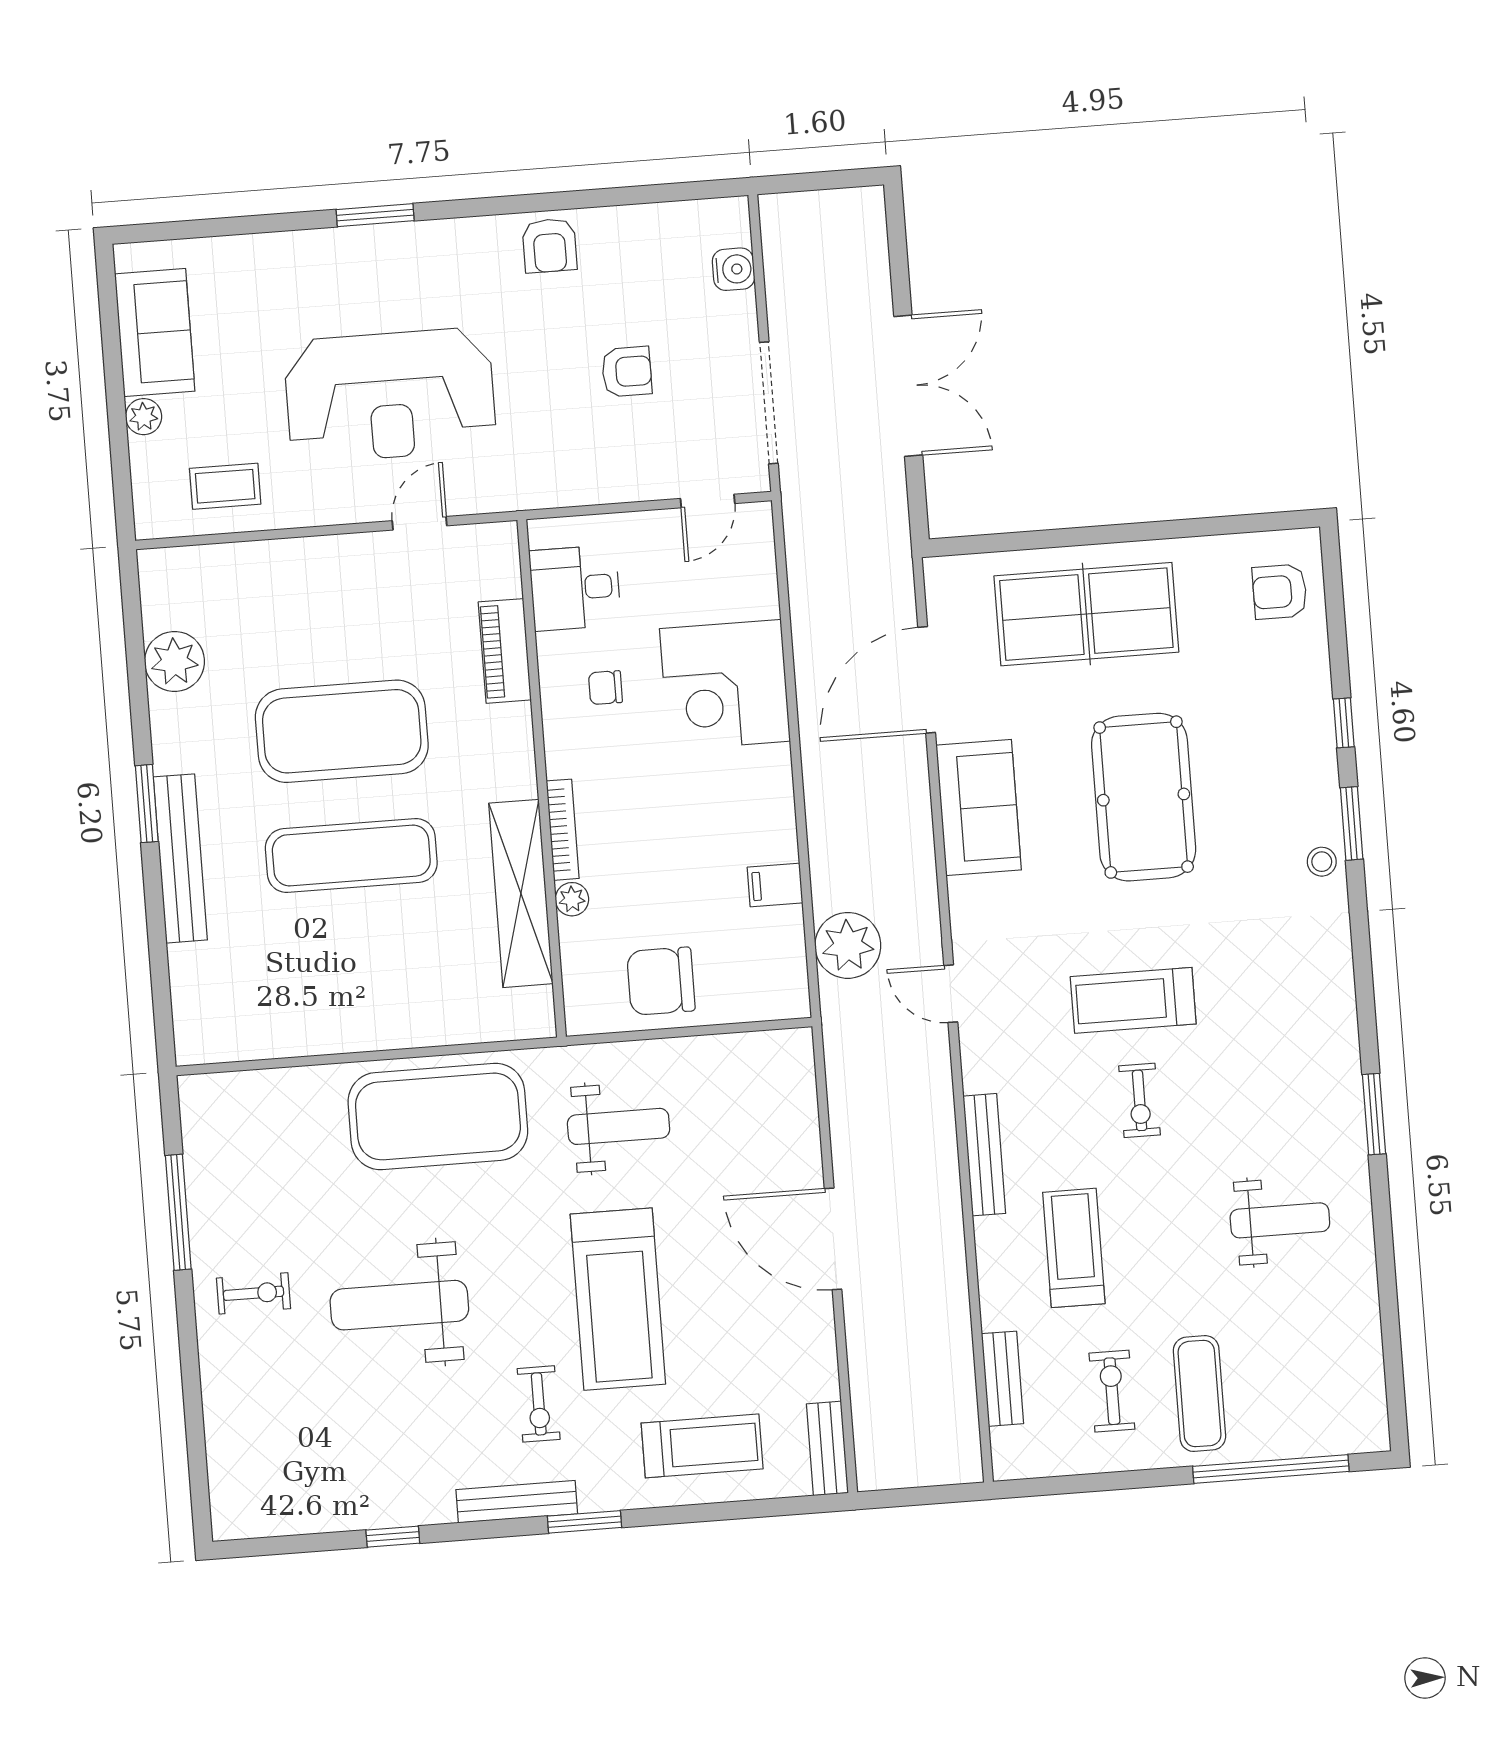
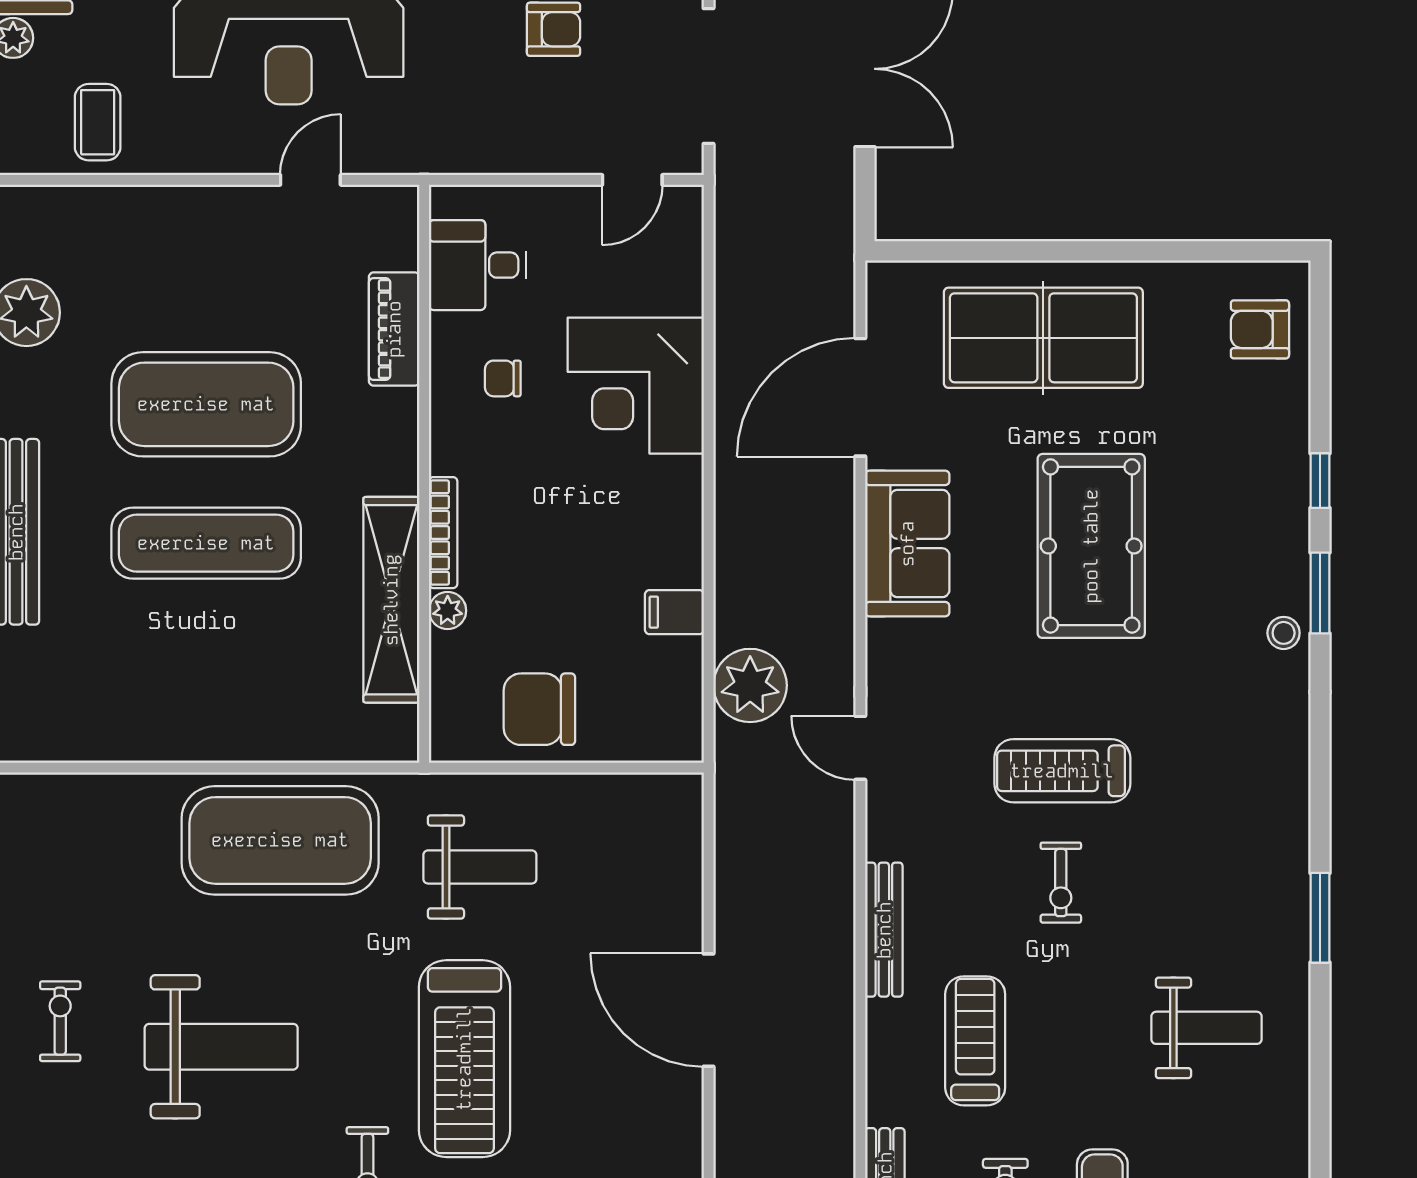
coffee table: (225, 486) -> (98, 122), turned 90
exercise bike: (254, 1293) -> (60, 1021), turned -90
weight bench: (399, 1305) -> (221, 1047), turned 180

